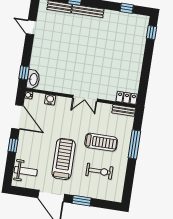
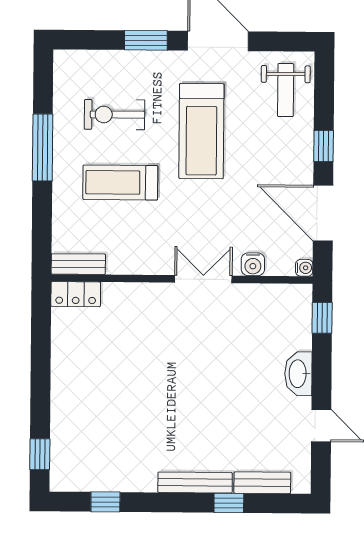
washbasin: (33, 79) -> (298, 374), moved
double door: (85, 98) -> (203, 279), moved
window: (134, 144) -> (43, 147), moved
weight bench: (26, 171) -> (286, 90), turned -90

